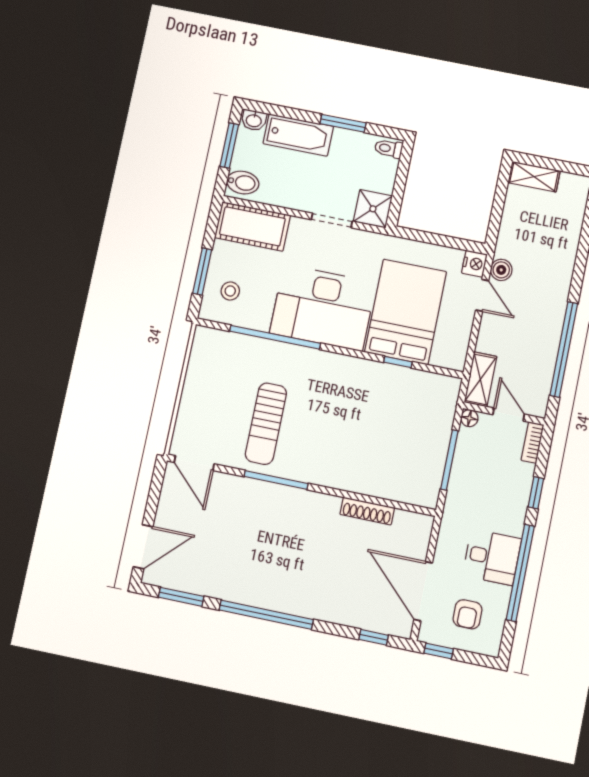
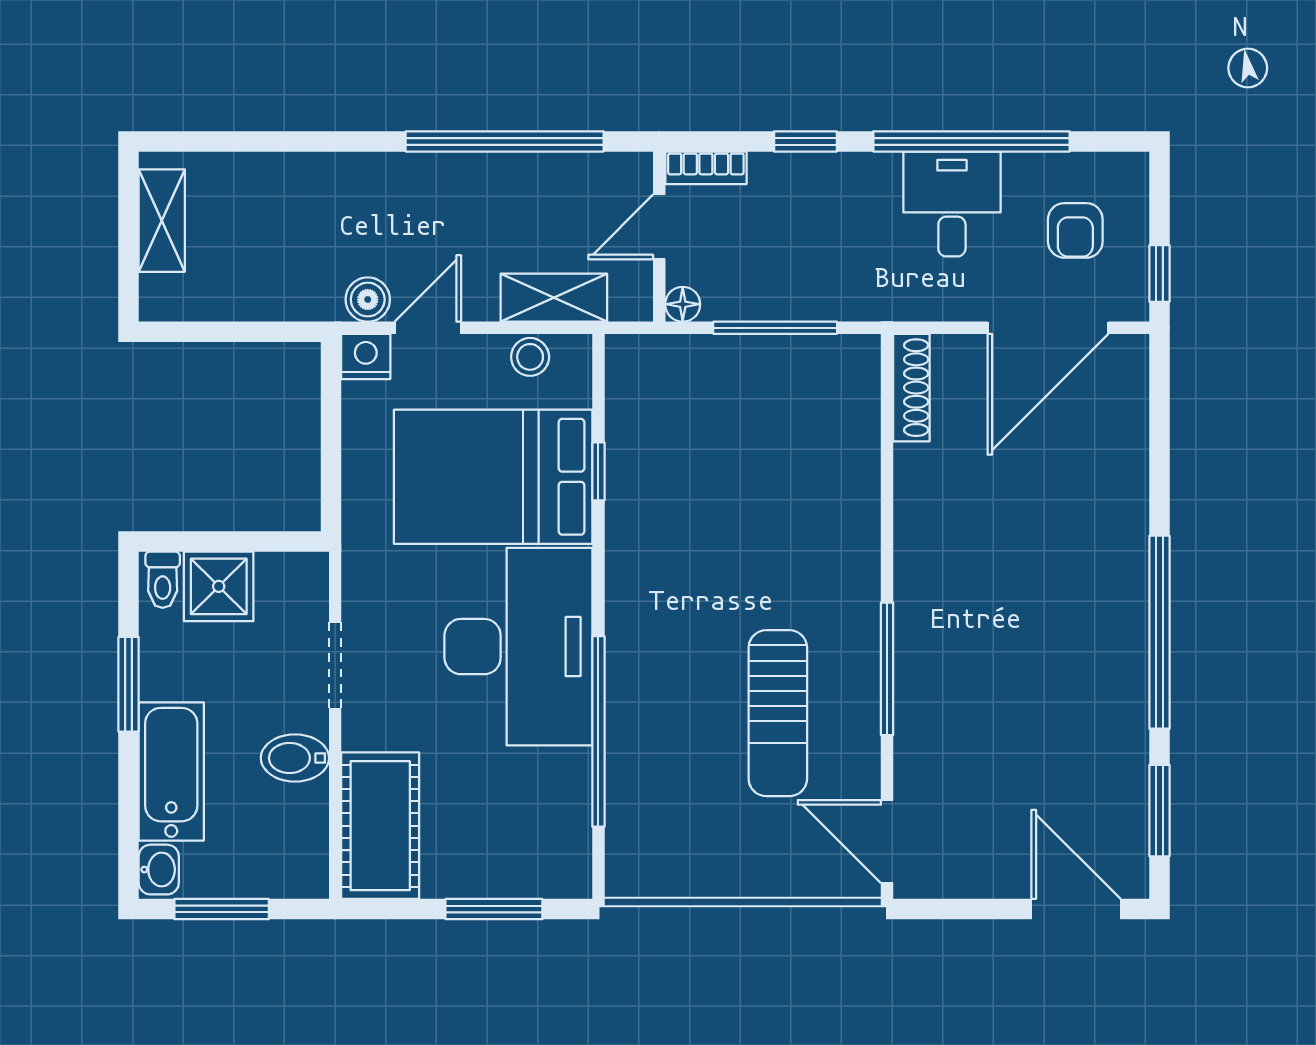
shelving: (534, 177) -> (162, 221), moved
bidet: (243, 183) -> (295, 758), moved, turned -90
shower: (373, 209) -> (219, 586), moved
stool: (230, 291) -> (530, 357), moved
shelving: (480, 379) -> (554, 298), moved
sun lounger: (266, 424) -> (778, 713), turned 90
door: (194, 463) -> (887, 842), swing flipped
shoe rack: (367, 511) -> (911, 388), moved
armchair: (468, 614) -> (1075, 230), turned 90
window: (374, 637) -> (1159, 408), removed

